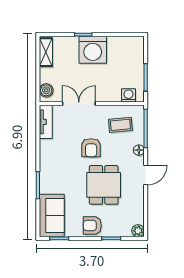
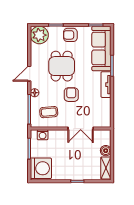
washing machine: (93, 50) -> (41, 168), moved, turned 90
boiler: (46, 90) -> (106, 151), moved
tv unit: (46, 122) -> (106, 85), moved
sofa: (52, 216) -> (101, 48), width x1.36
armchair: (92, 225) -> (70, 35), turned 180
plant: (138, 231) -> (39, 35), width x1.87, depth x1.87

